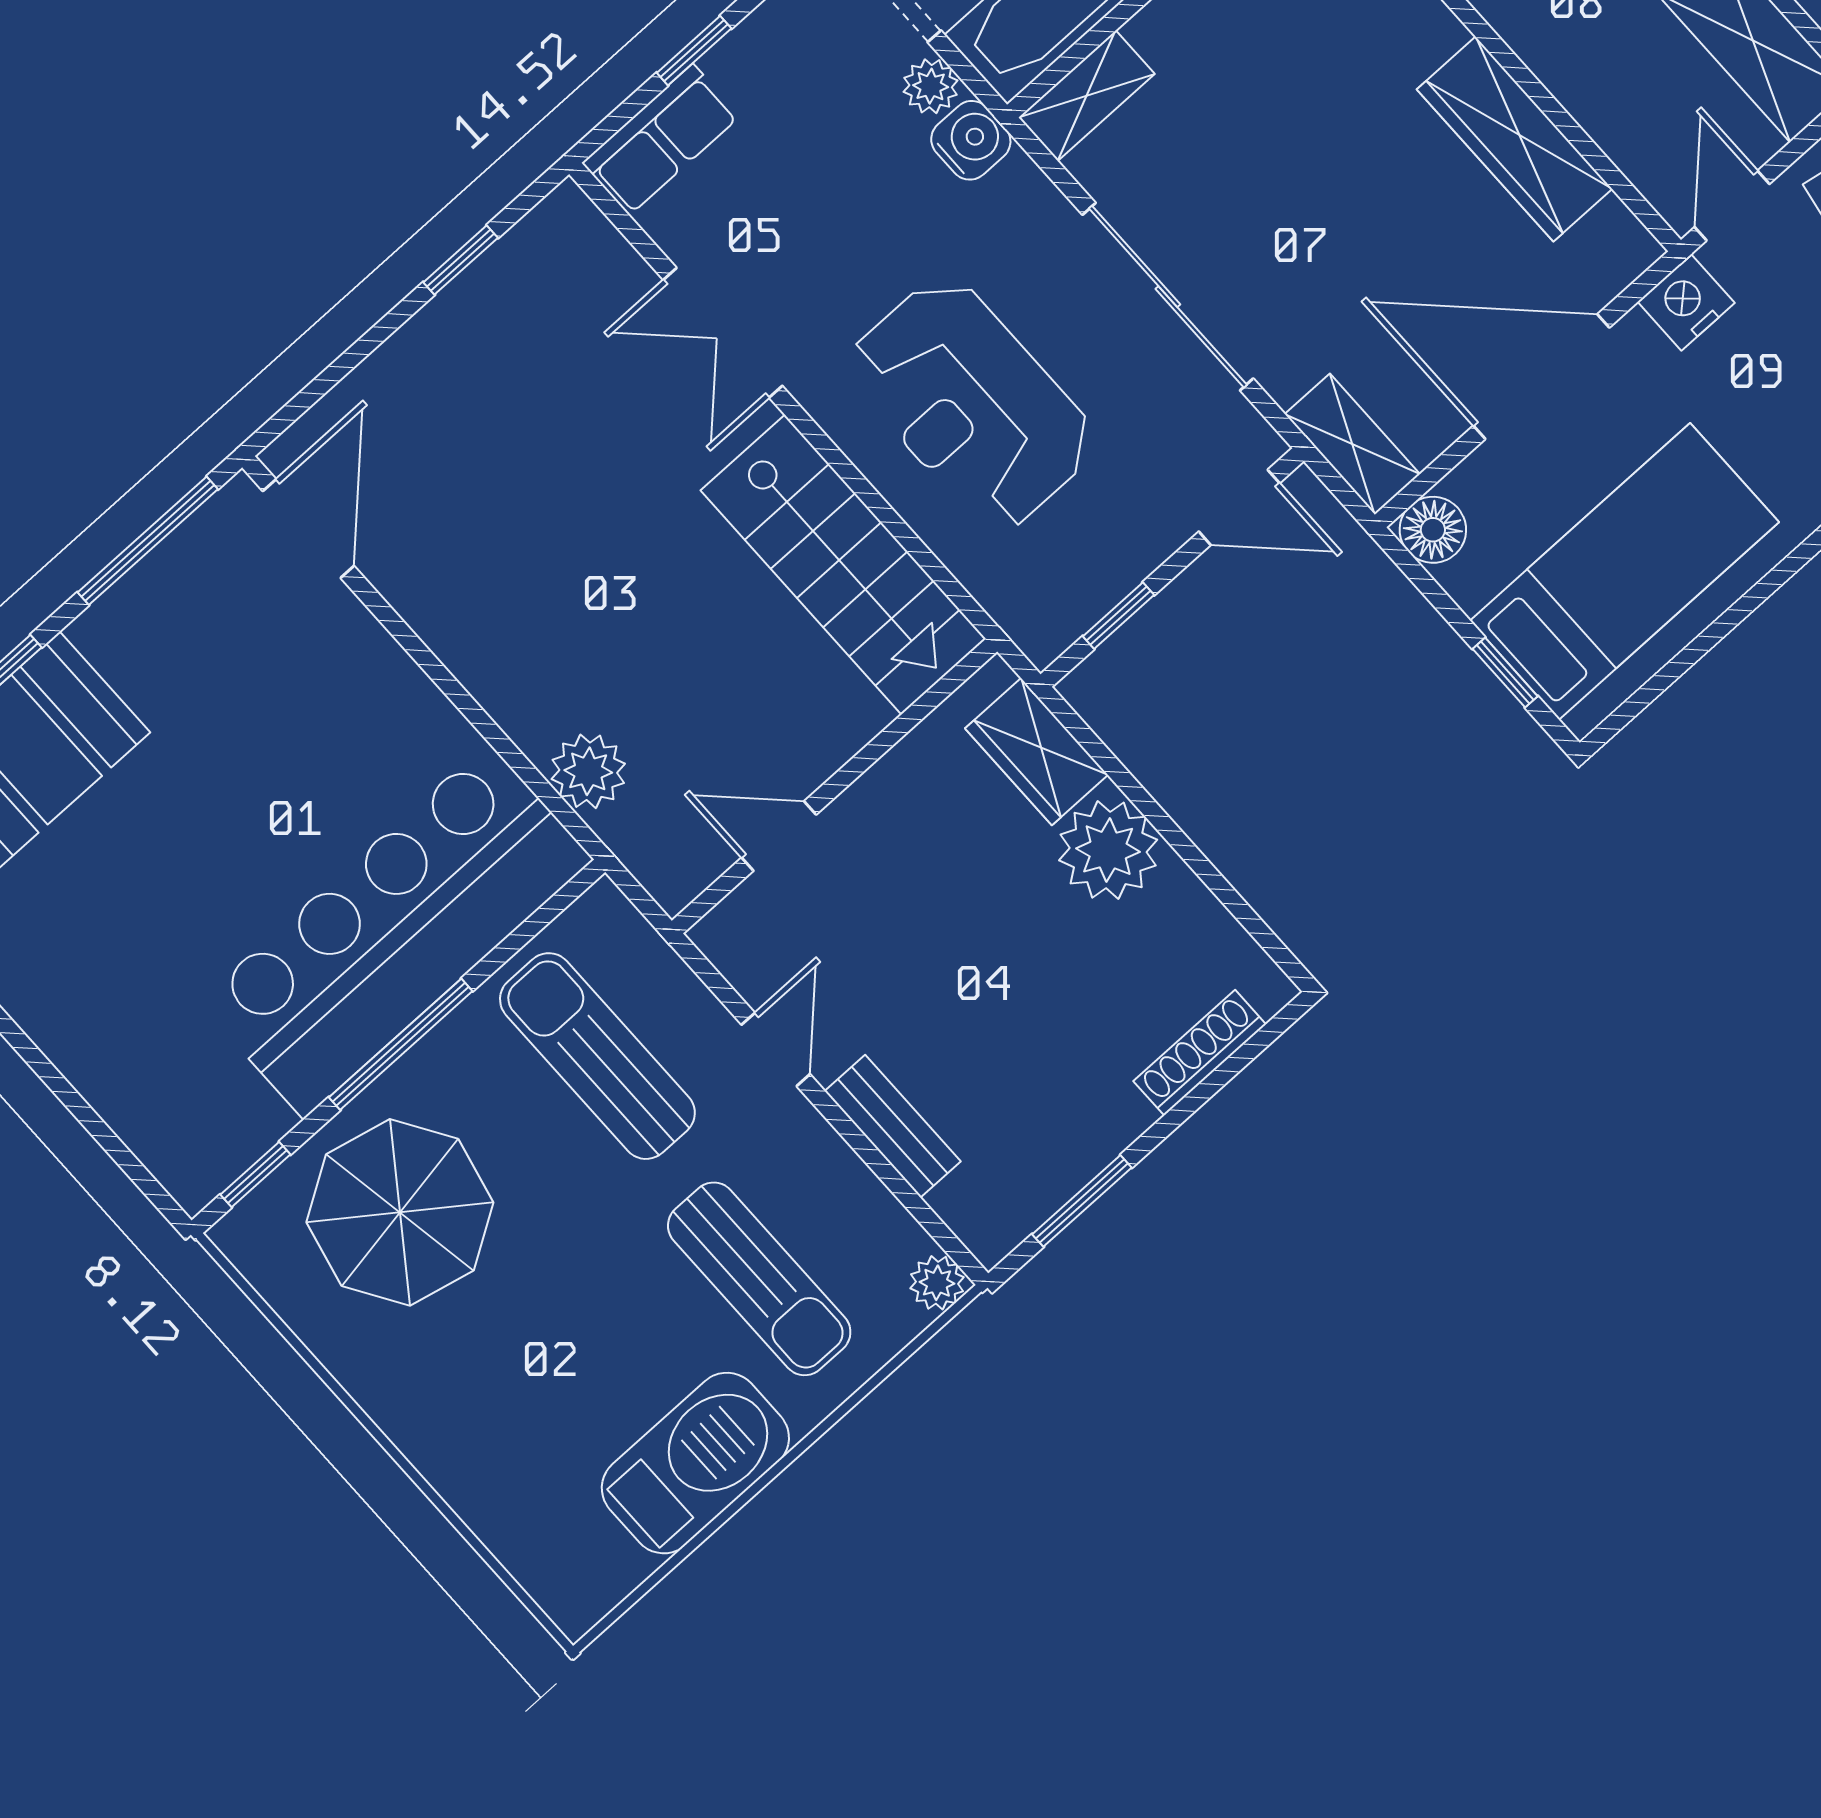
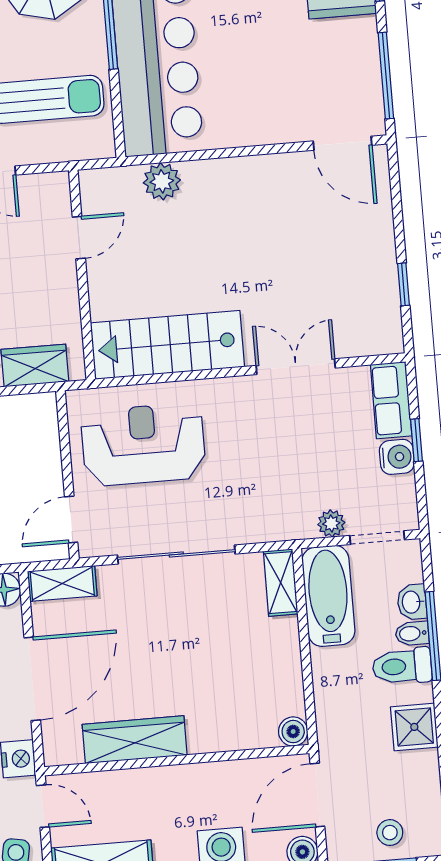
water cooler: (971, 140) -> (397, 457), moved, turned -90
reception desk: (971, 404) -> (143, 444), moved
window: (1118, 616) -> (64, 439), removed

